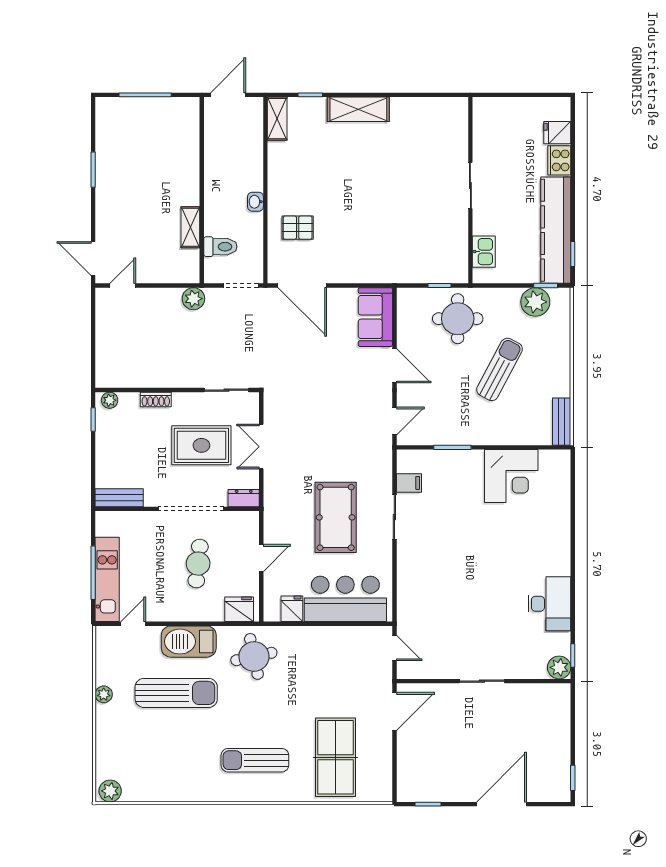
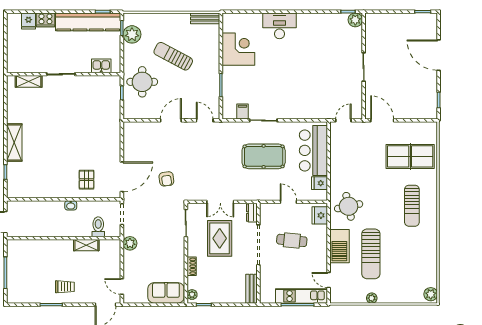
shelving: (277, 119) -> (29, 81), moved
trolley: (122, 192) -> (65, 287), added
sofa: (375, 317) -> (166, 293), moved, turned 180
armchair: (299, 358) -> (166, 179), added
desk: (549, 604) -> (279, 26), moved
sun lounger: (176, 693) -> (371, 254), turned 180

